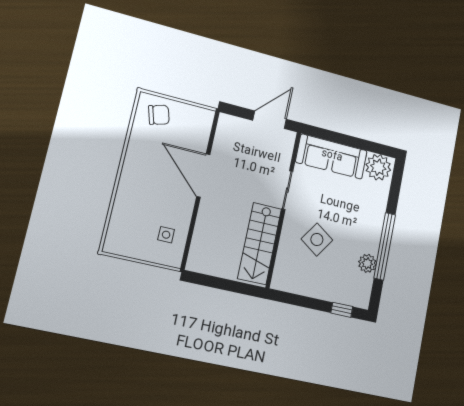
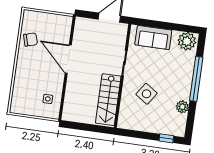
chair: (159, 115) -> (30, 40), moved
sofa: (332, 156) -> (153, 37), width x0.73
window: (385, 246) -> (196, 79), moved

